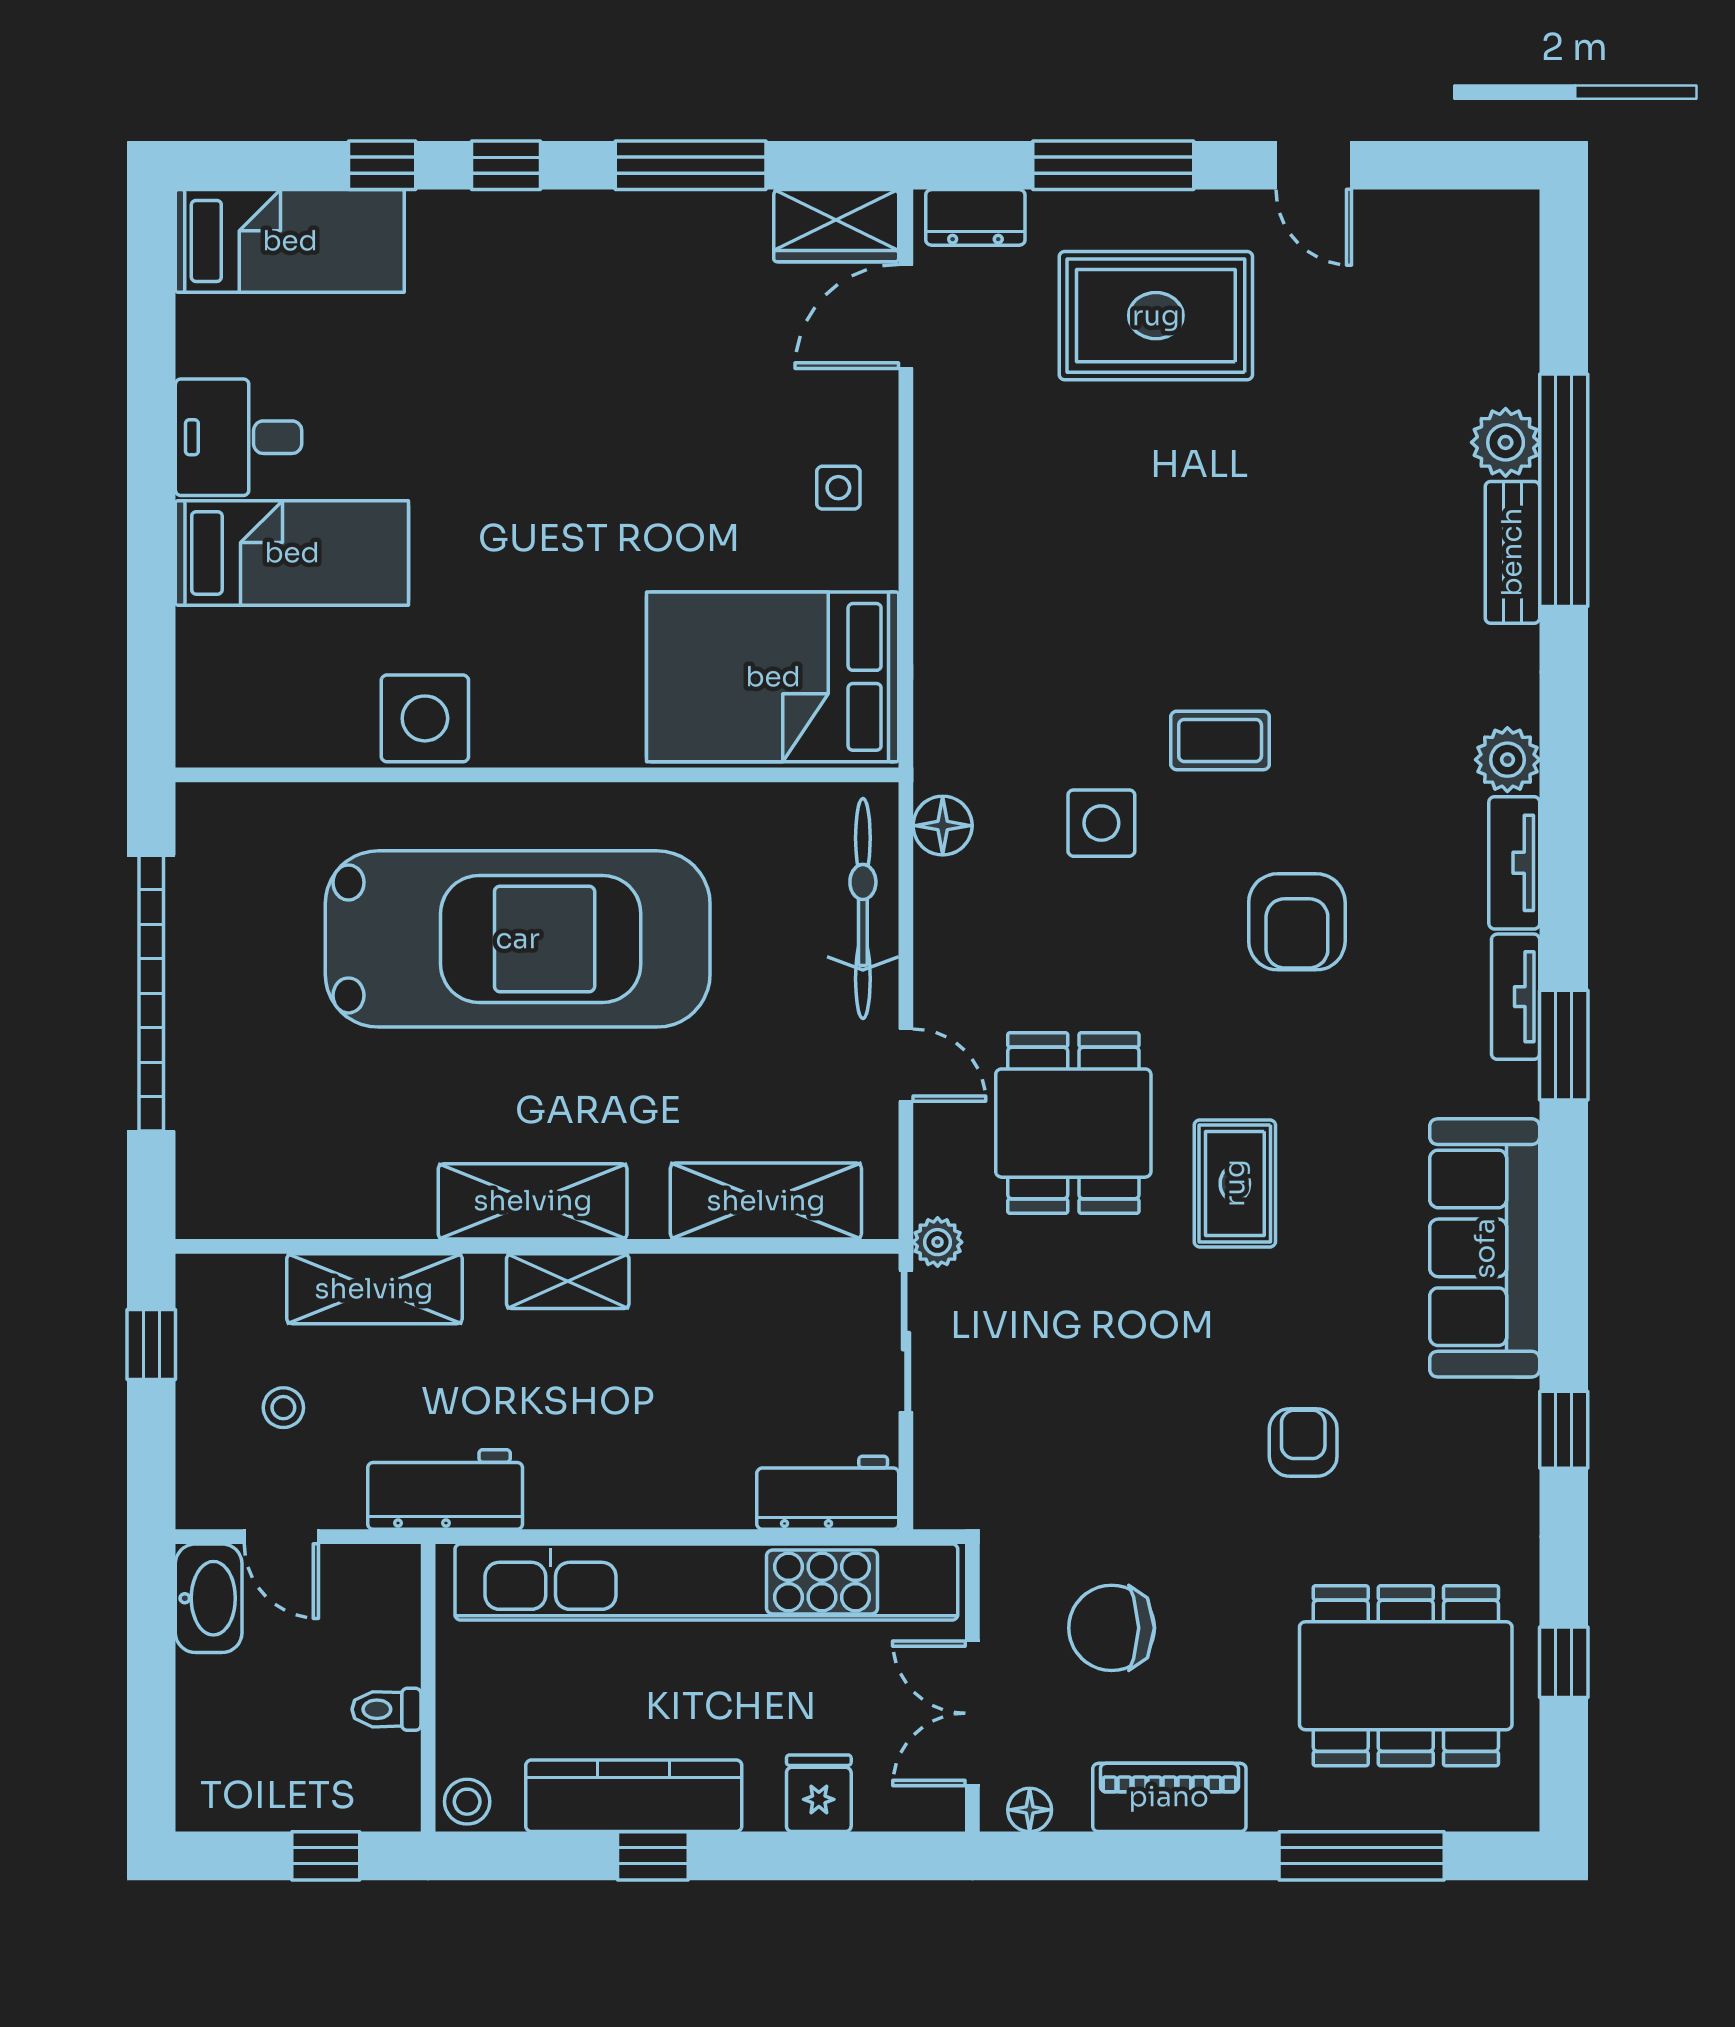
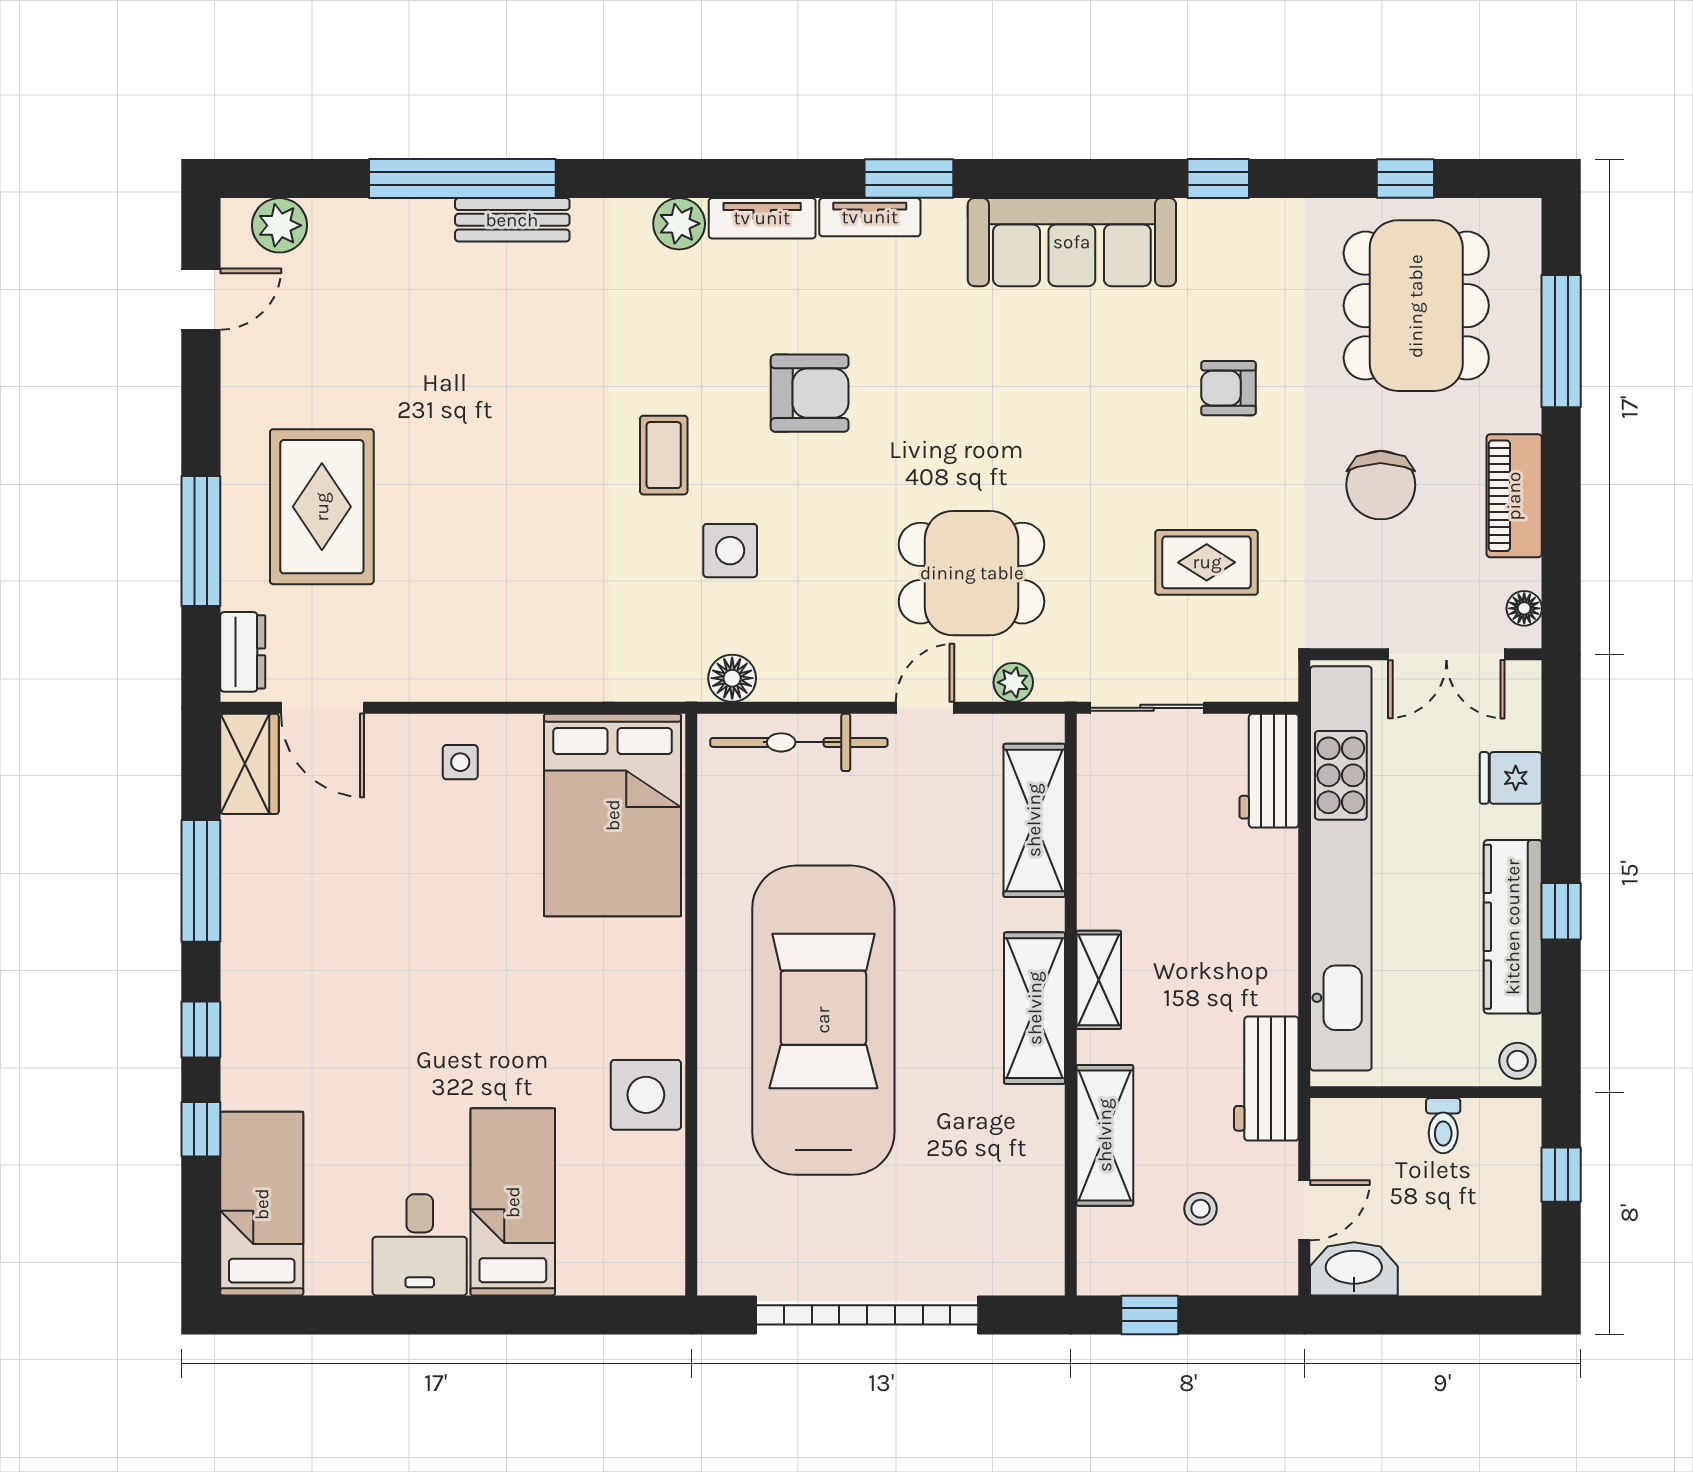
door: (1314, 165) -> (201, 299), moved
plant: (1506, 442) -> (280, 225), moved
rug: (1235, 1183) -> (1207, 562), moved
plant: (938, 1242) -> (1013, 682), moved
chair: (1112, 1628) -> (1381, 485), moved

